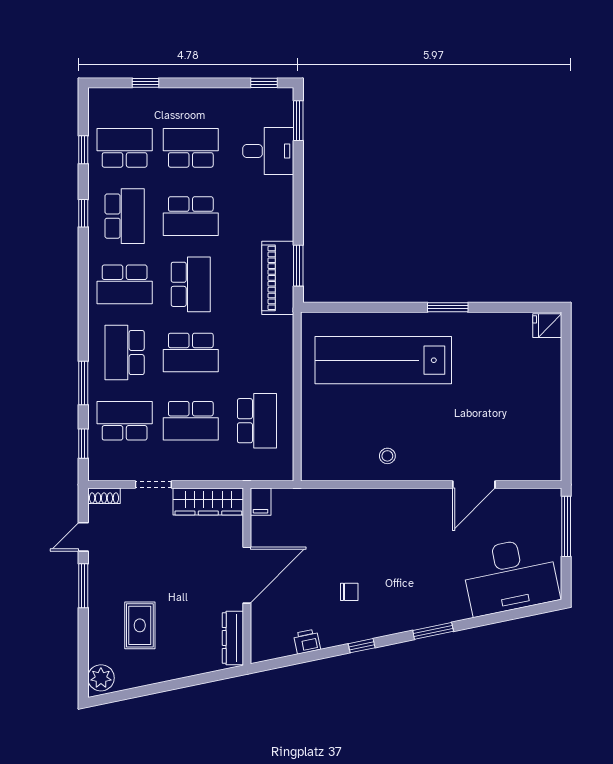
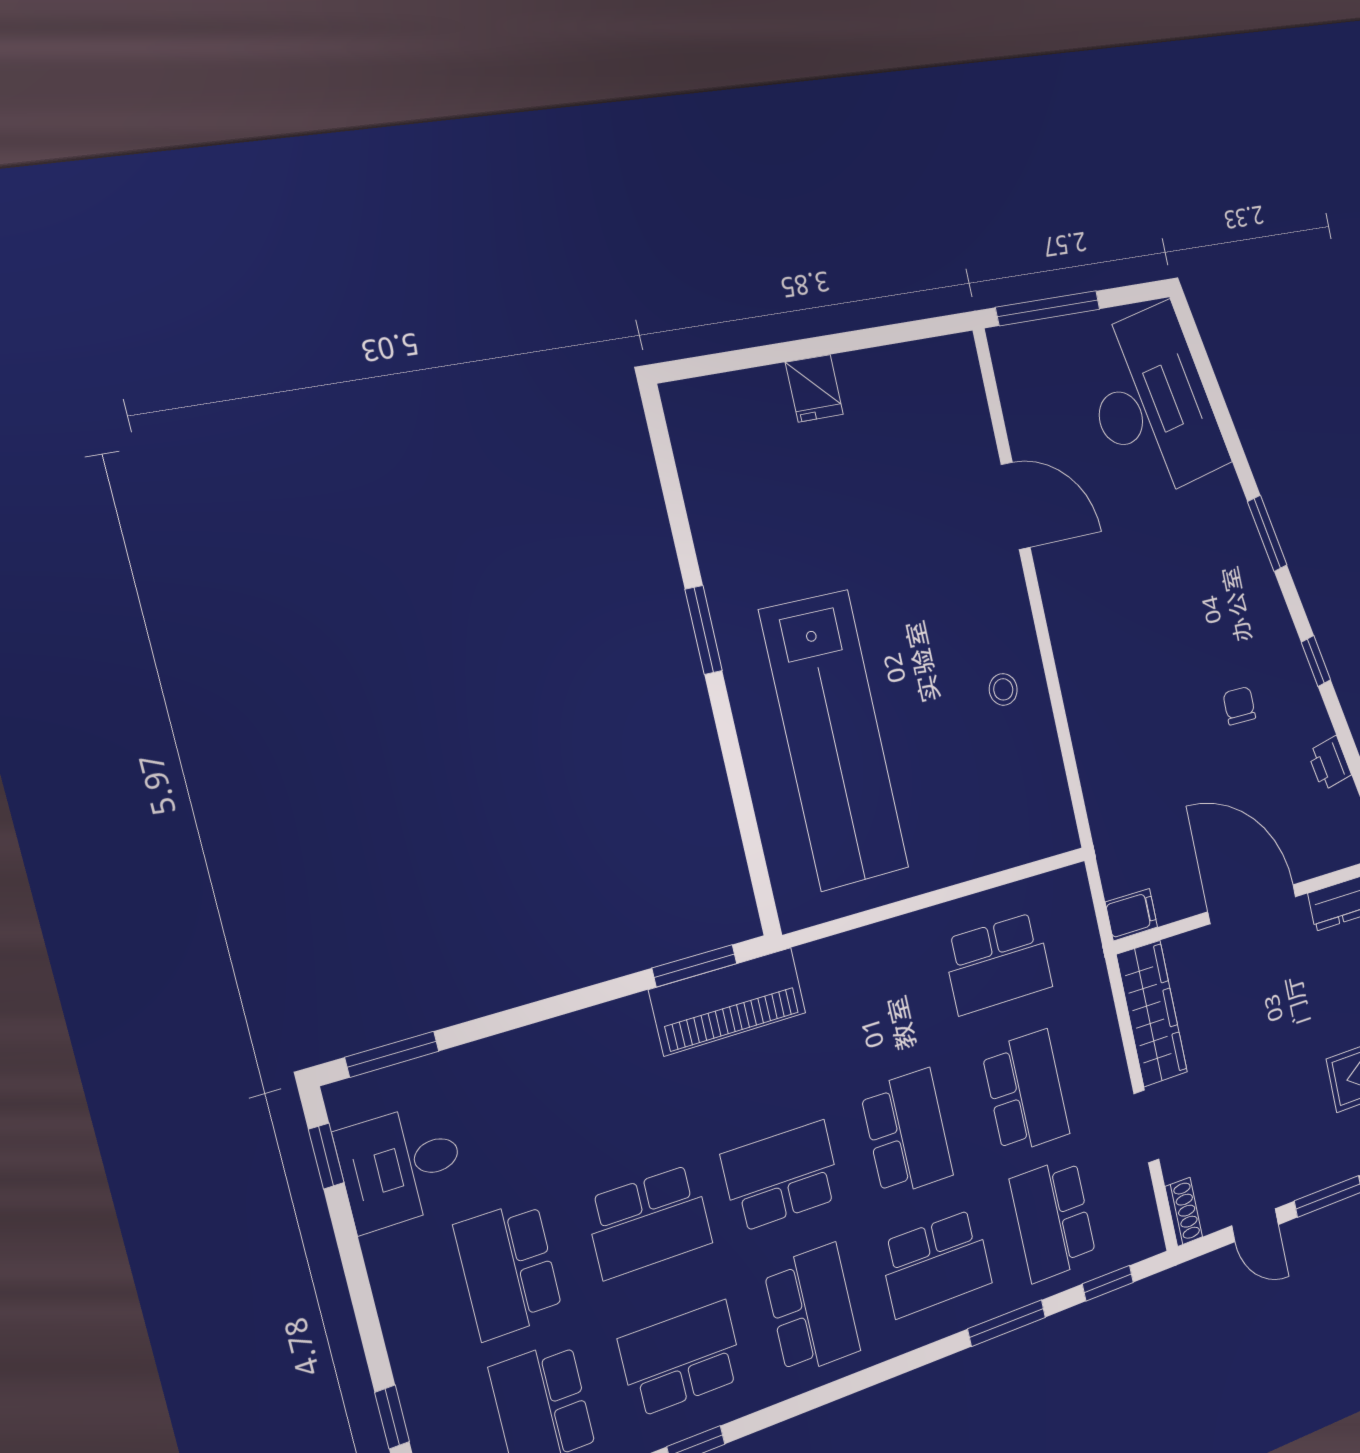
desk: (268, 151) -> (401, 1166), moved, turned -90
school desk: (191, 216) -> (649, 1222), turned 90
fridge: (547, 326) -> (814, 388), moved
school desk: (257, 421) -> (998, 963), turned 180

